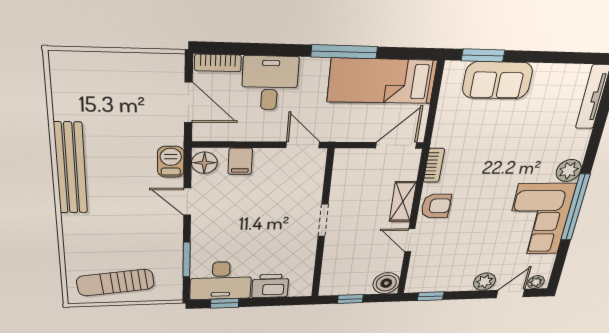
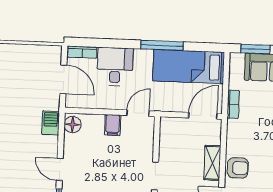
door: (303, 145) -> (138, 113), hinge flipped
filing cabinet: (240, 161) -> (113, 125), moved
bookcase: (434, 165) -> (233, 104), moved
door: (187, 202) -> (60, 169), moved

